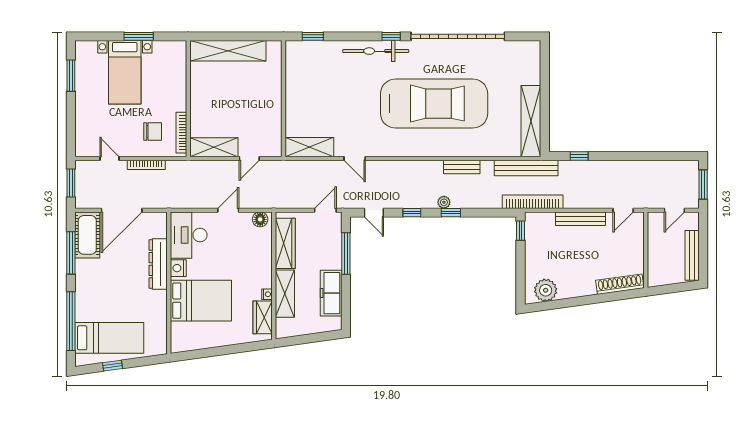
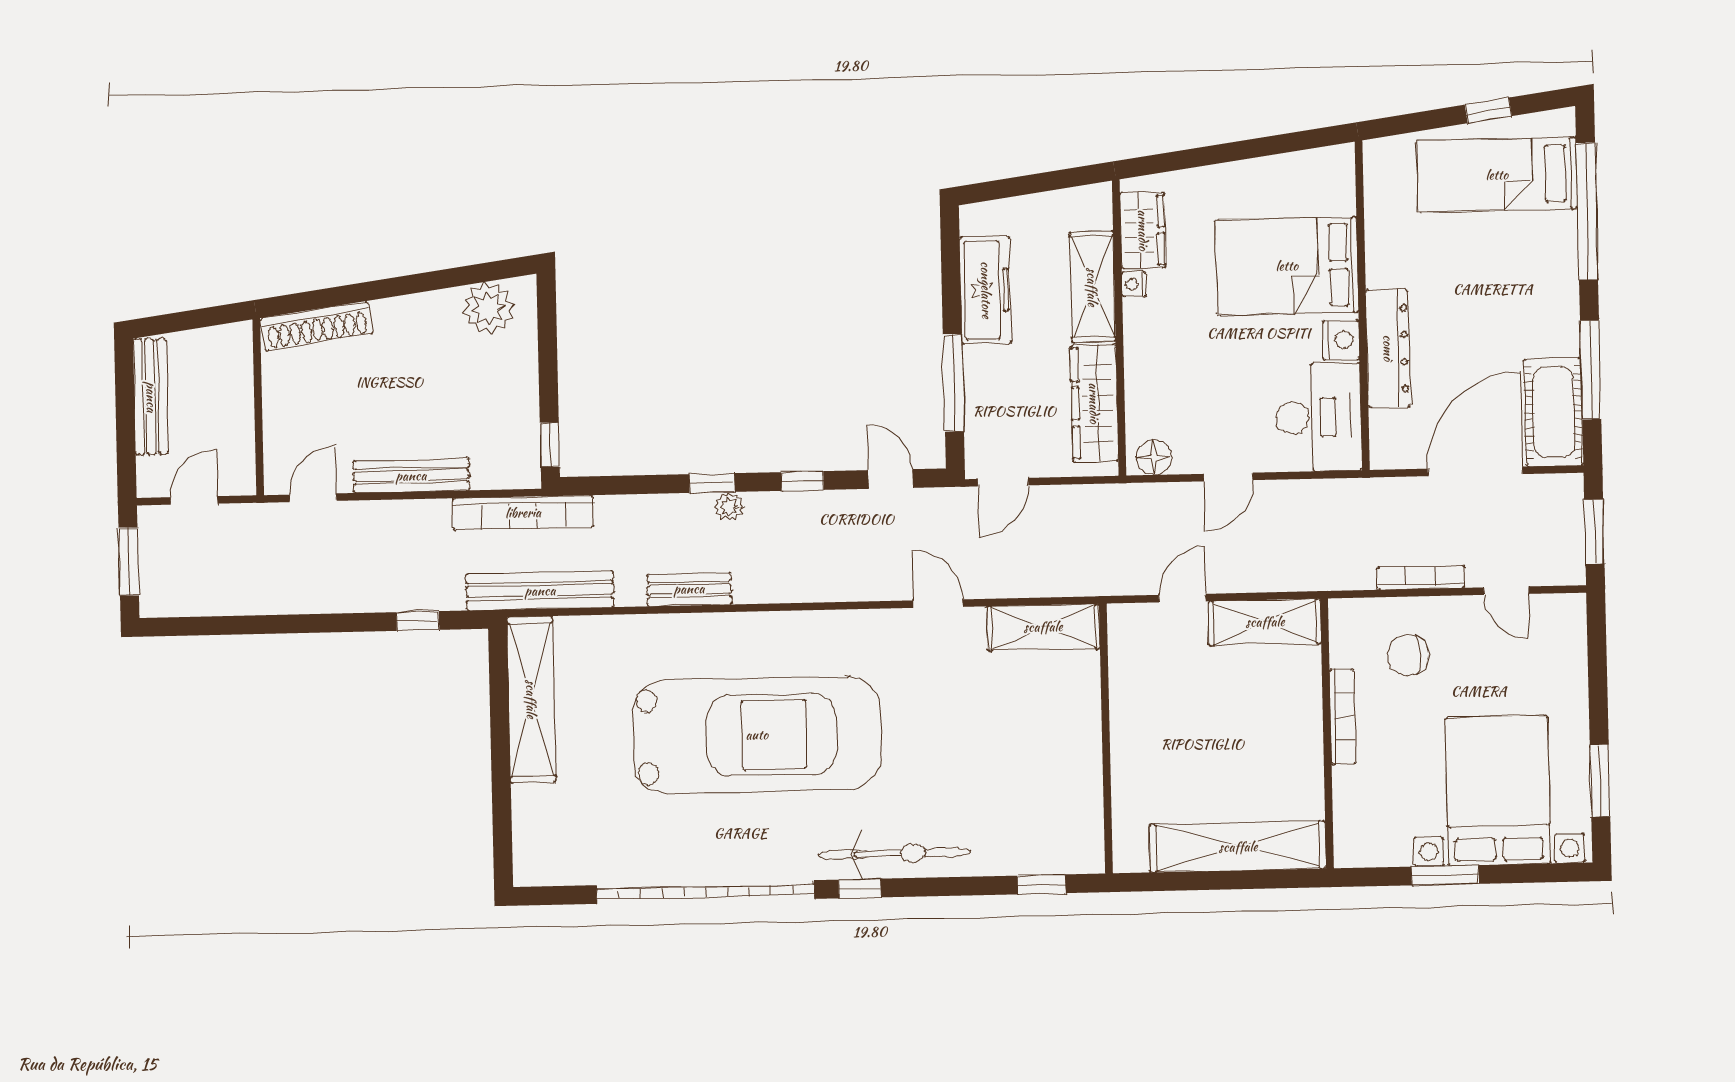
bed with nightstands: (125, 72) -> (1498, 791), width x1.36
car: (434, 104) -> (757, 735), turned 180
bookcase: (181, 133) -> (1343, 717), moved

